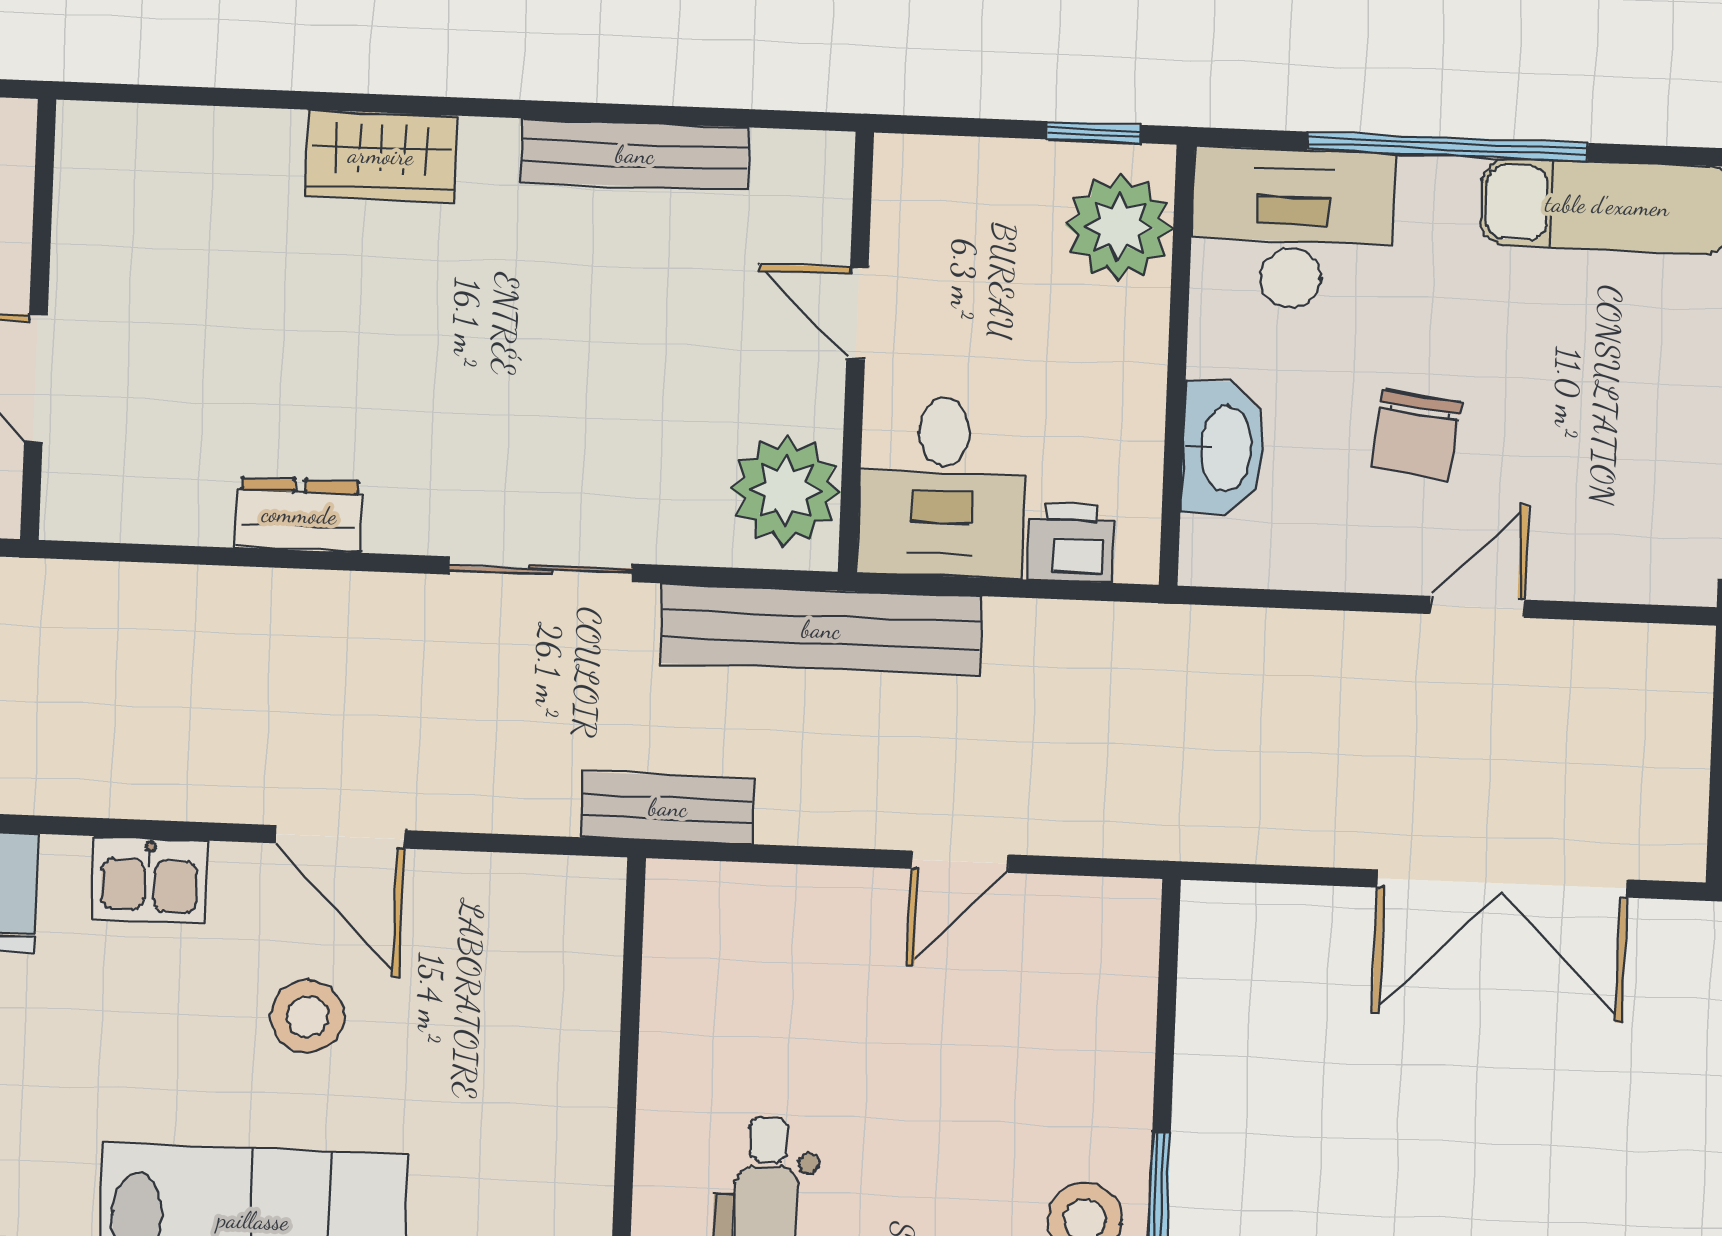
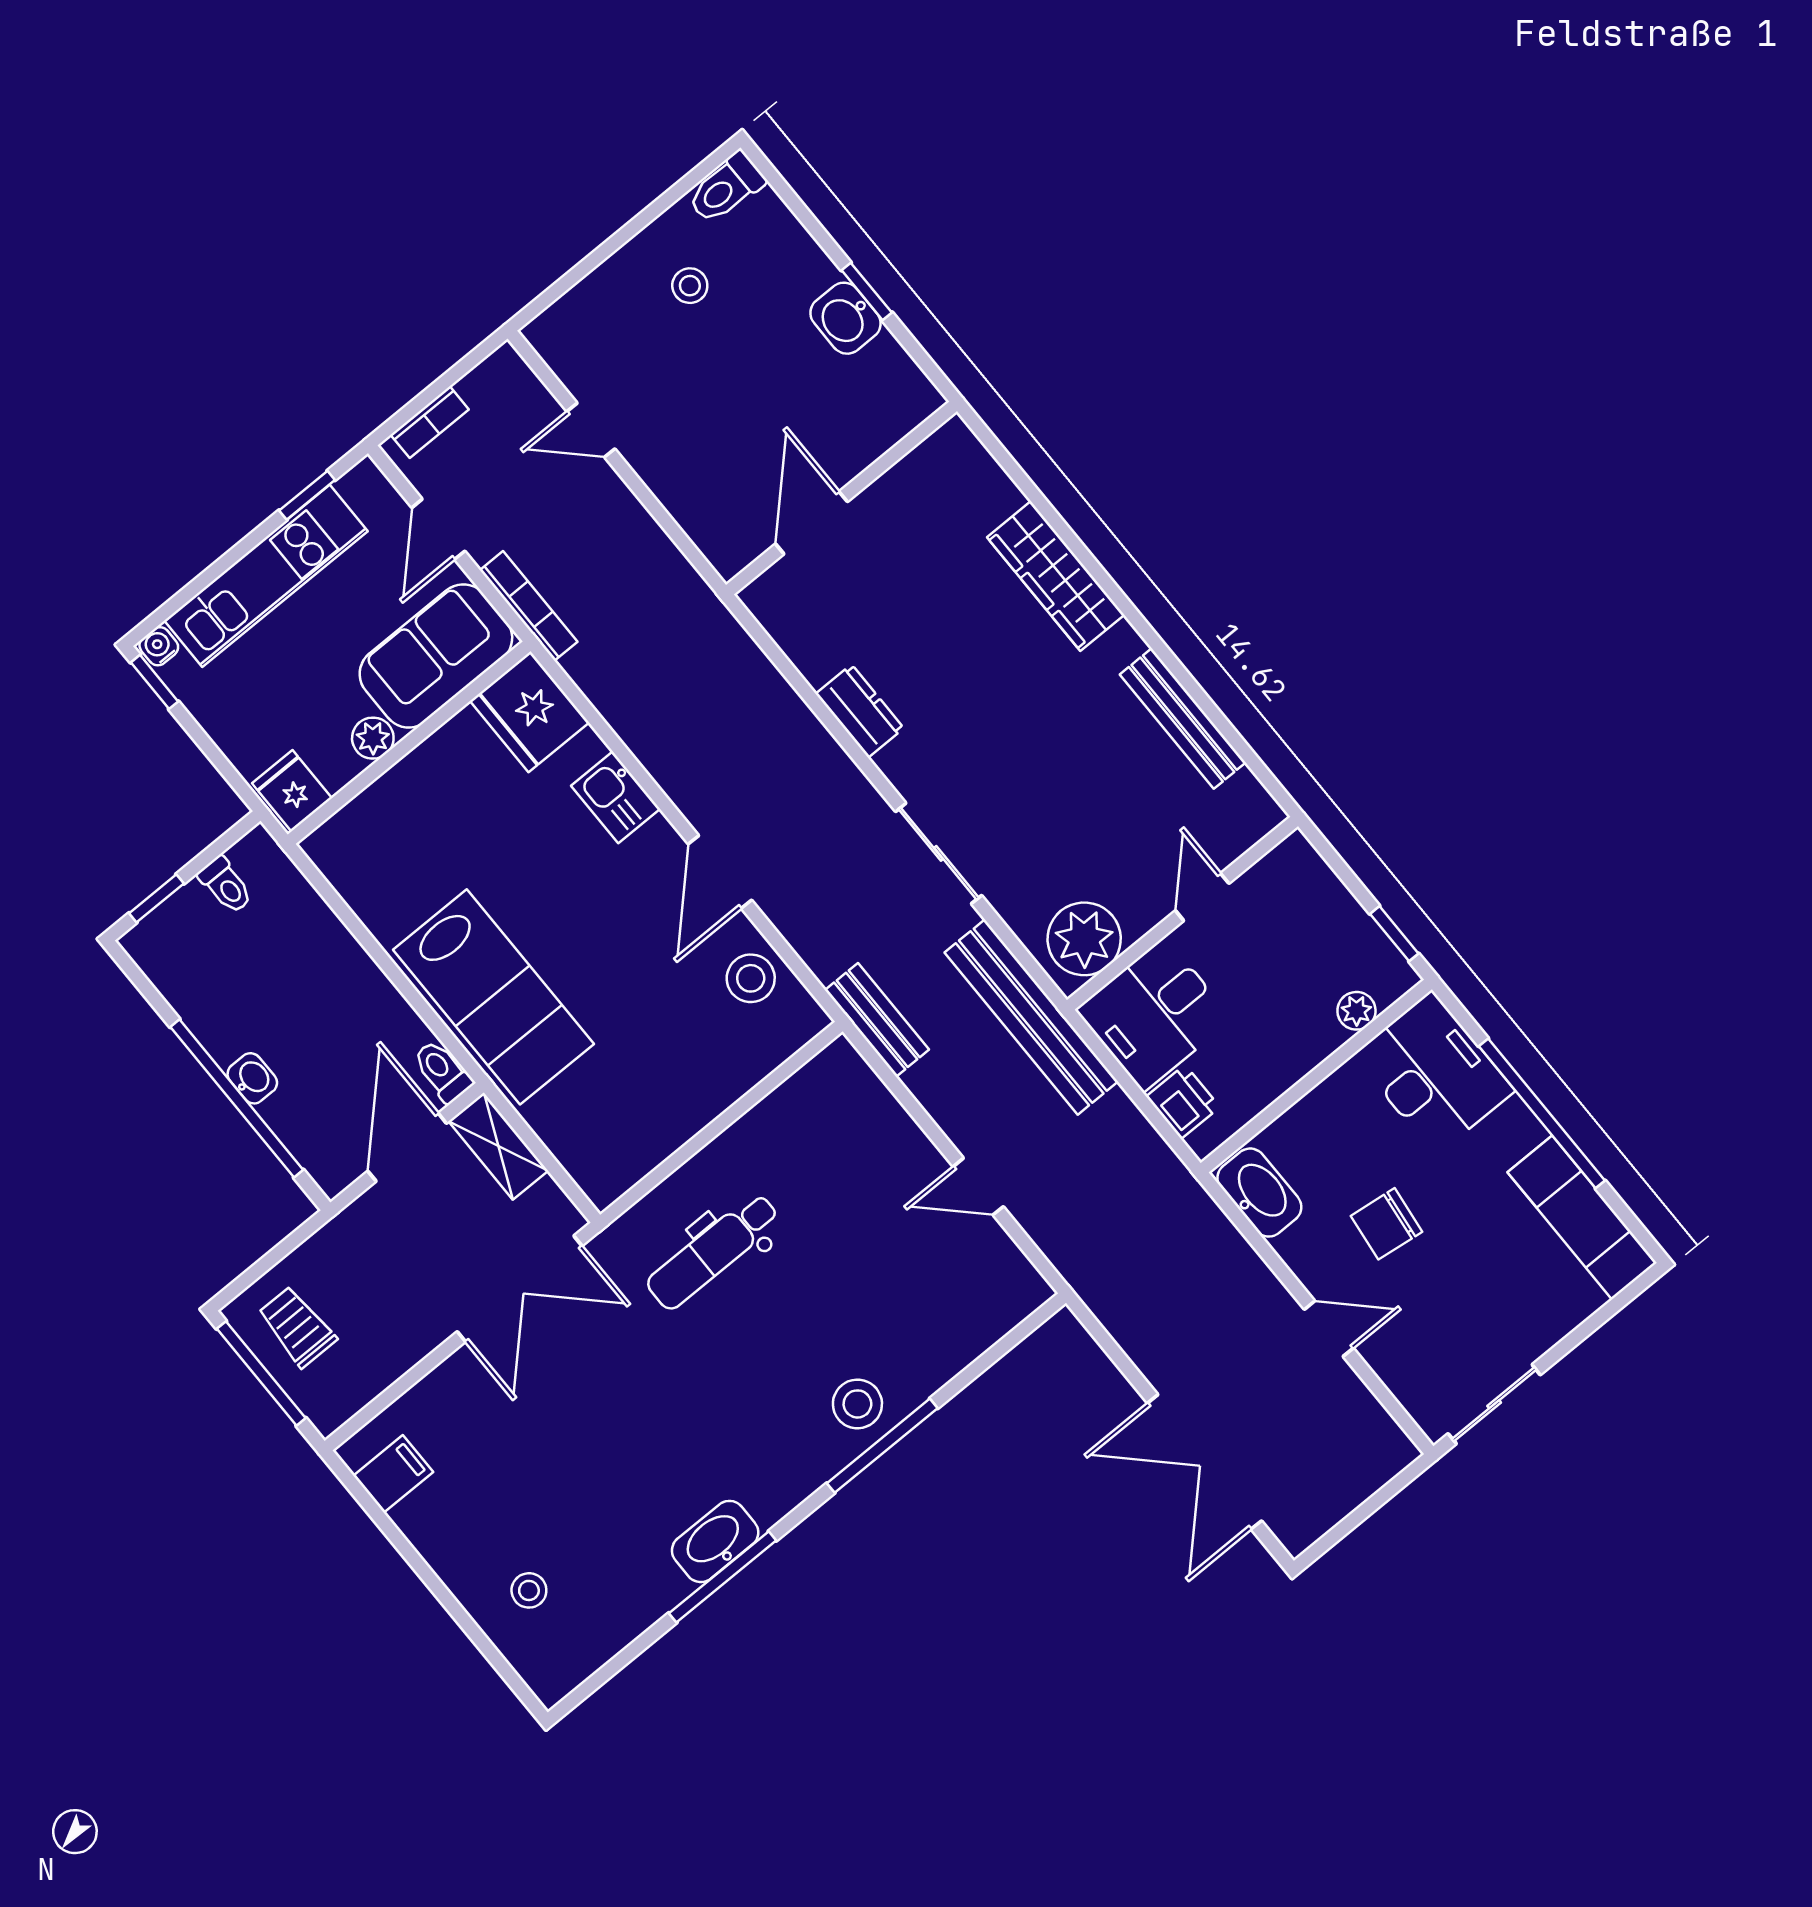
wardrobe: (381, 156) -> (1056, 576), width x1.50
plant: (1119, 227) -> (1356, 1011), width x0.53, depth x0.53
washbasin: (1223, 448) -> (1259, 1193), moved, turned -90
stool: (307, 1017) -> (751, 978), moved

